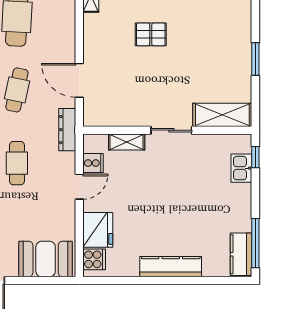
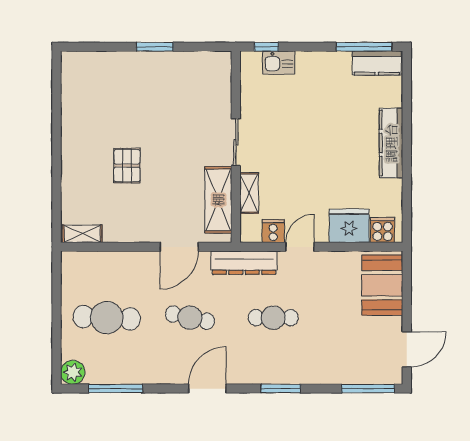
shelving: (222, 115) -> (218, 200), moved
dresser: (67, 130) -> (244, 263), width x1.37, depth x1.24
door: (79, 187) -> (300, 247), hinge flipped

